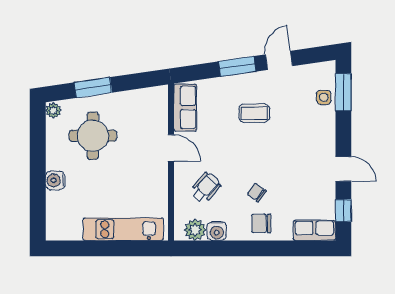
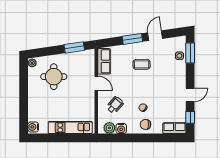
window: (93, 88) -> (74, 47), moved
door: (343, 169) -> (190, 95), hinge flipped
water cooler: (55, 180) -> (33, 127), moved

